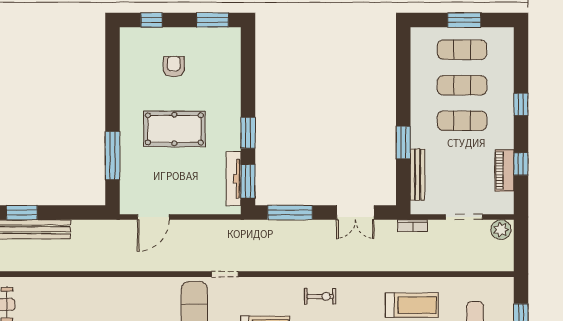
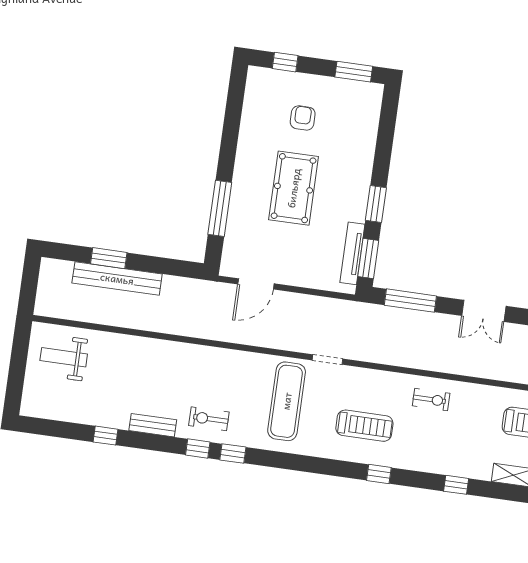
pool table: (174, 129) -> (294, 188), turned 90

